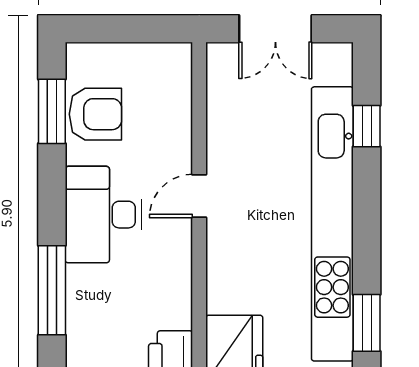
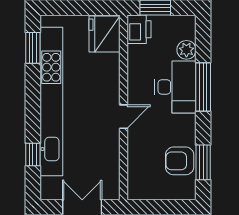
desk: (103, 215) -> (175, 87), moved
window: (52, 290) -> (203, 87), moved
plant: (83, 319) -> (186, 50), added

